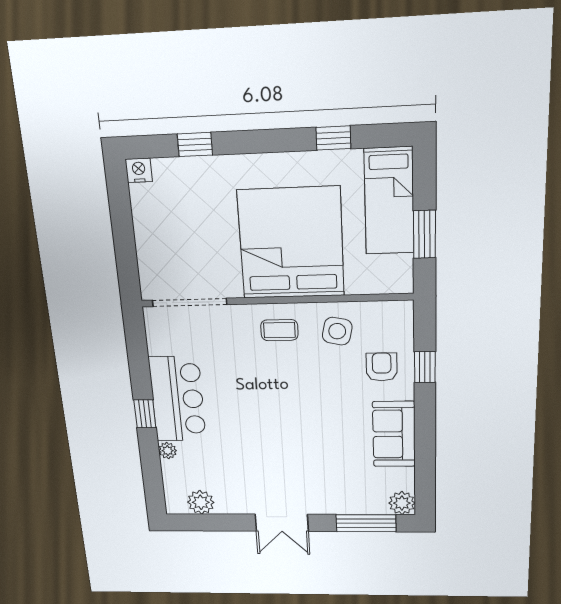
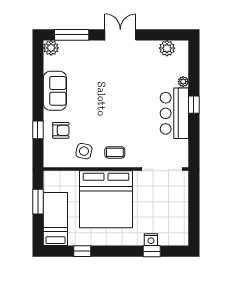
nightstand: (139, 170) -> (151, 240), moved
armchair: (382, 367) -> (61, 130), turned -90

